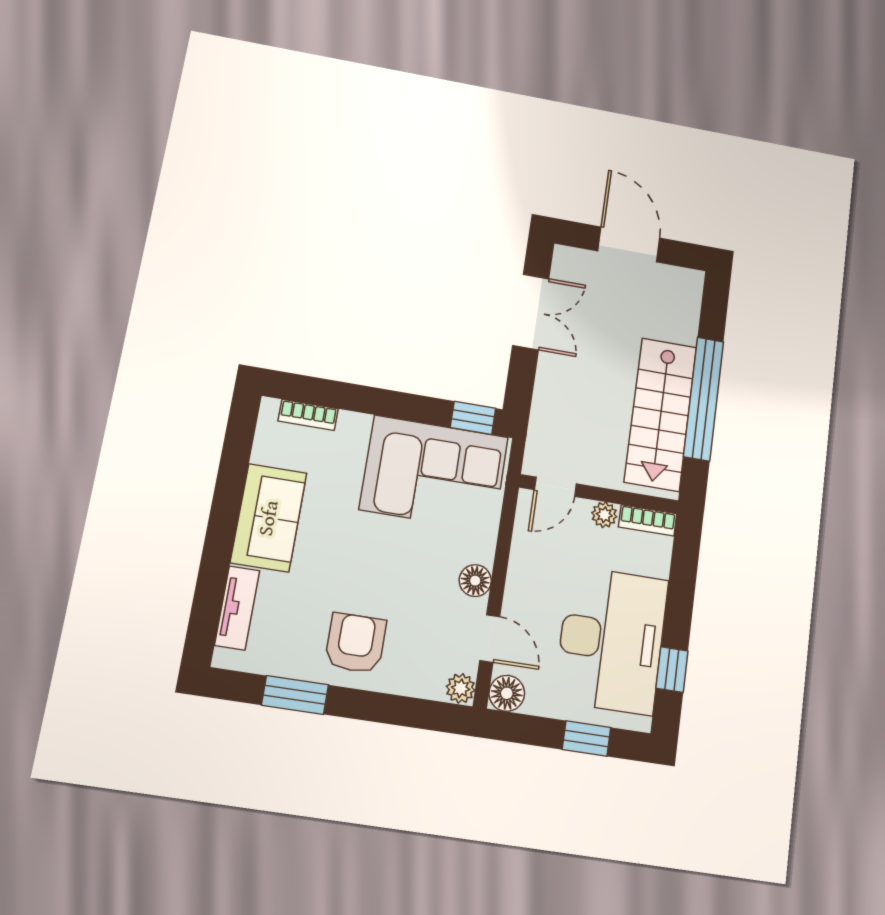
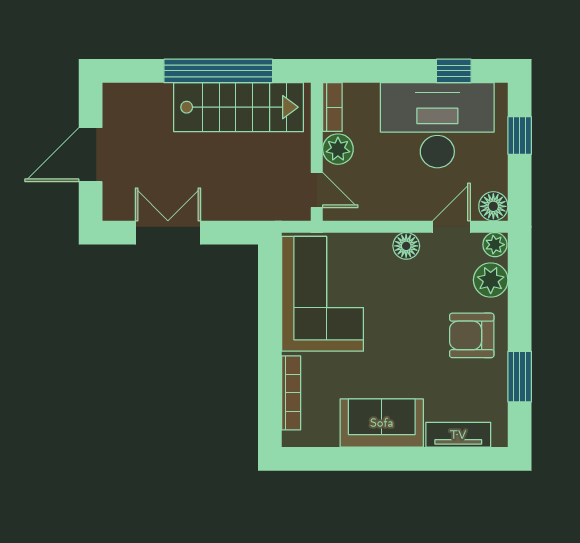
bookcase: (308, 415) -> (291, 393), width x1.56
window: (473, 418) -> (270, 269), removed
plant: (604, 515) -> (338, 149), width x1.38, depth x1.38
plant: (419, 677) -> (491, 280), added

